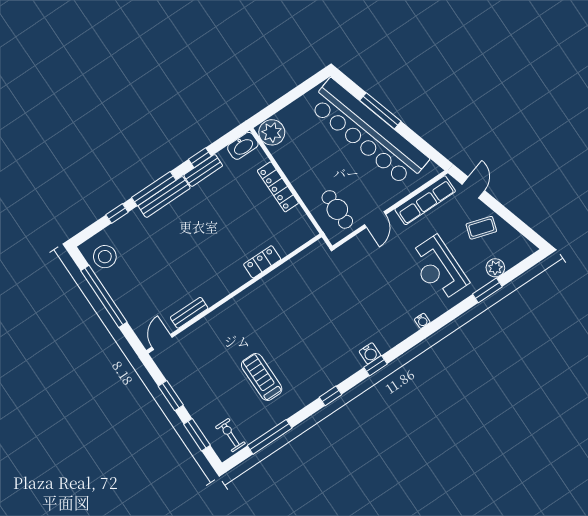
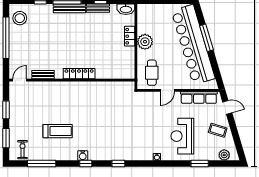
plant: (272, 132) -> (145, 42), moved
locker: (278, 187) -> (130, 36), width x0.66
door: (473, 187) -> (227, 107), hinge flipped
locker: (262, 262) -> (79, 74), moved, width x1.53
plant: (495, 268) -> (224, 155), moved
water cooler: (370, 353) -> (83, 156), moved
treadmill: (262, 377) -> (58, 131), turned 90

